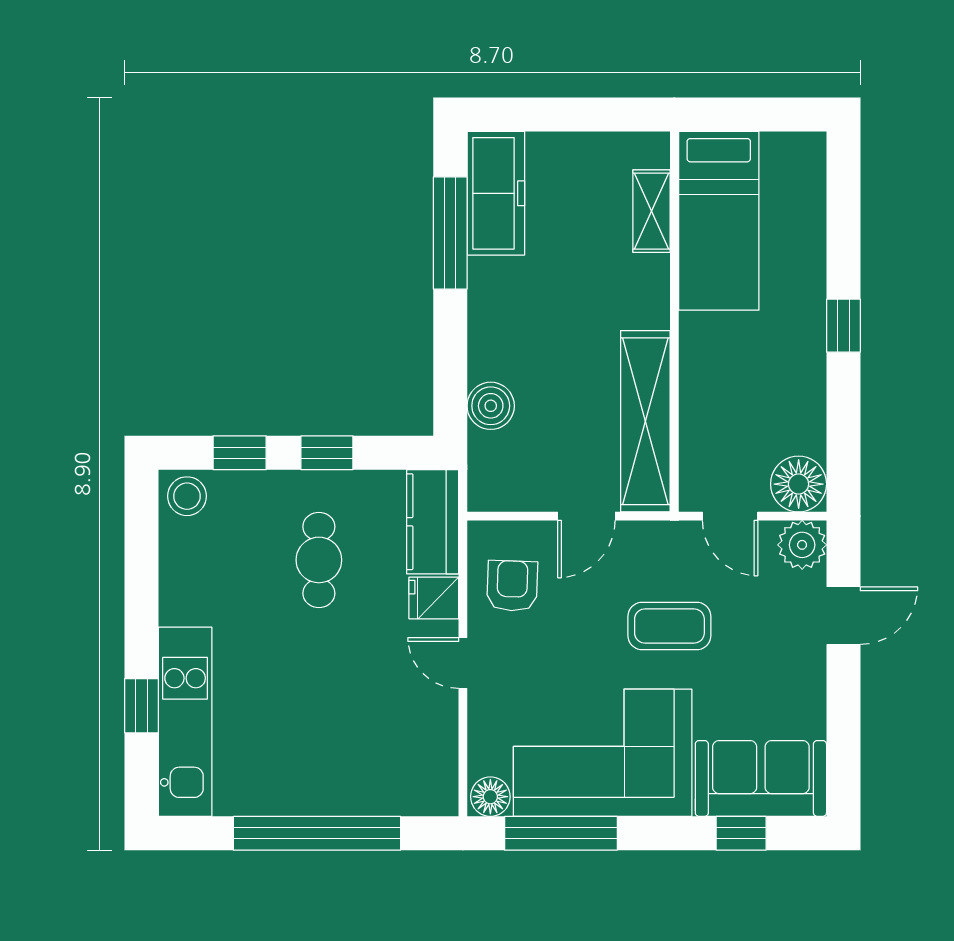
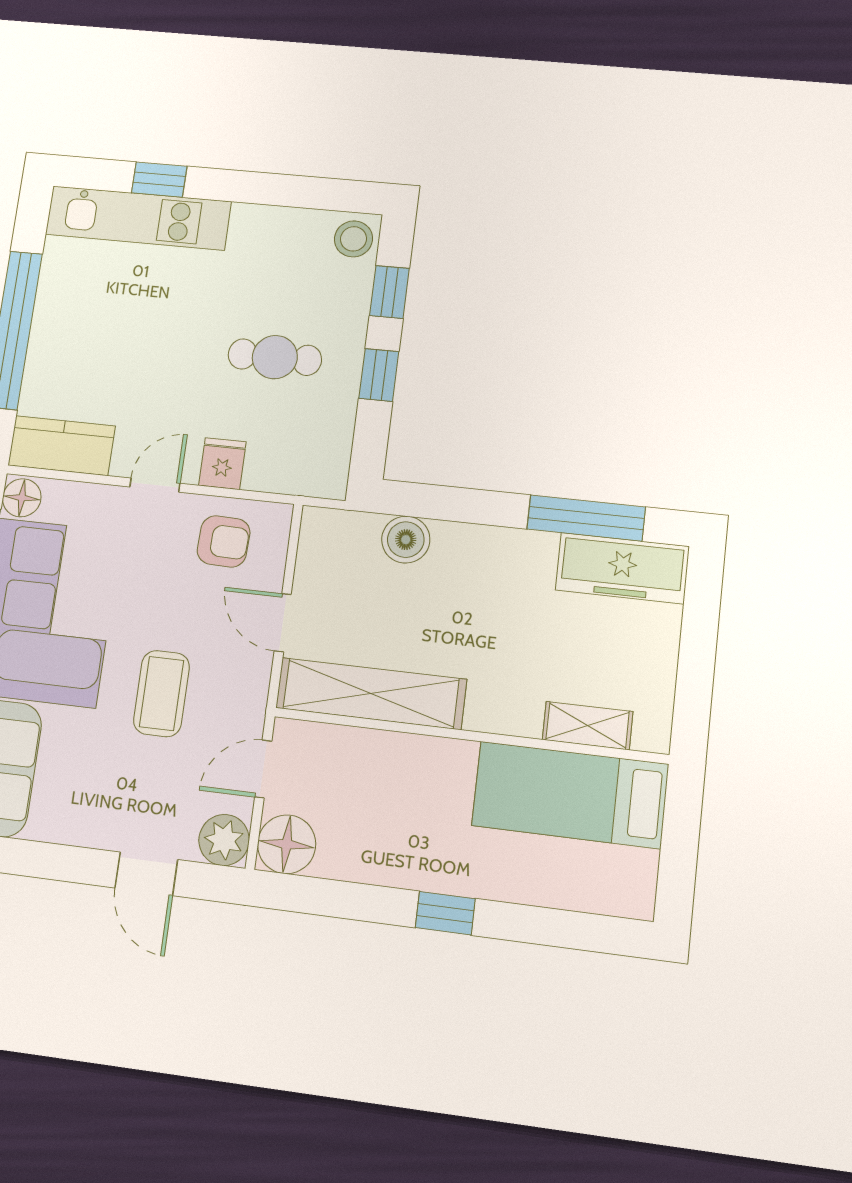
kitchen counter: (433, 522) -> (62, 446), moved

